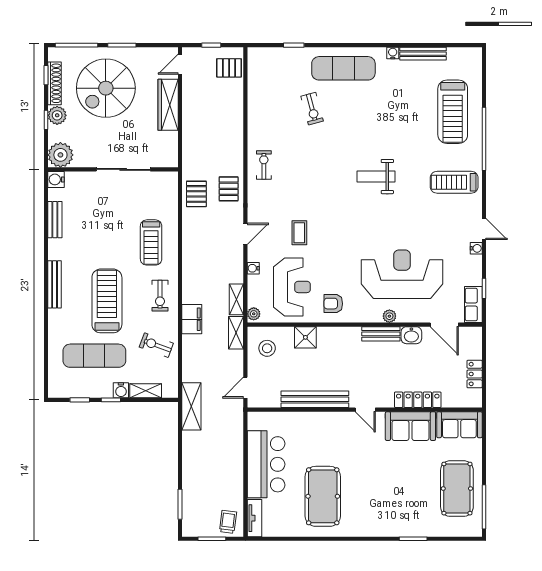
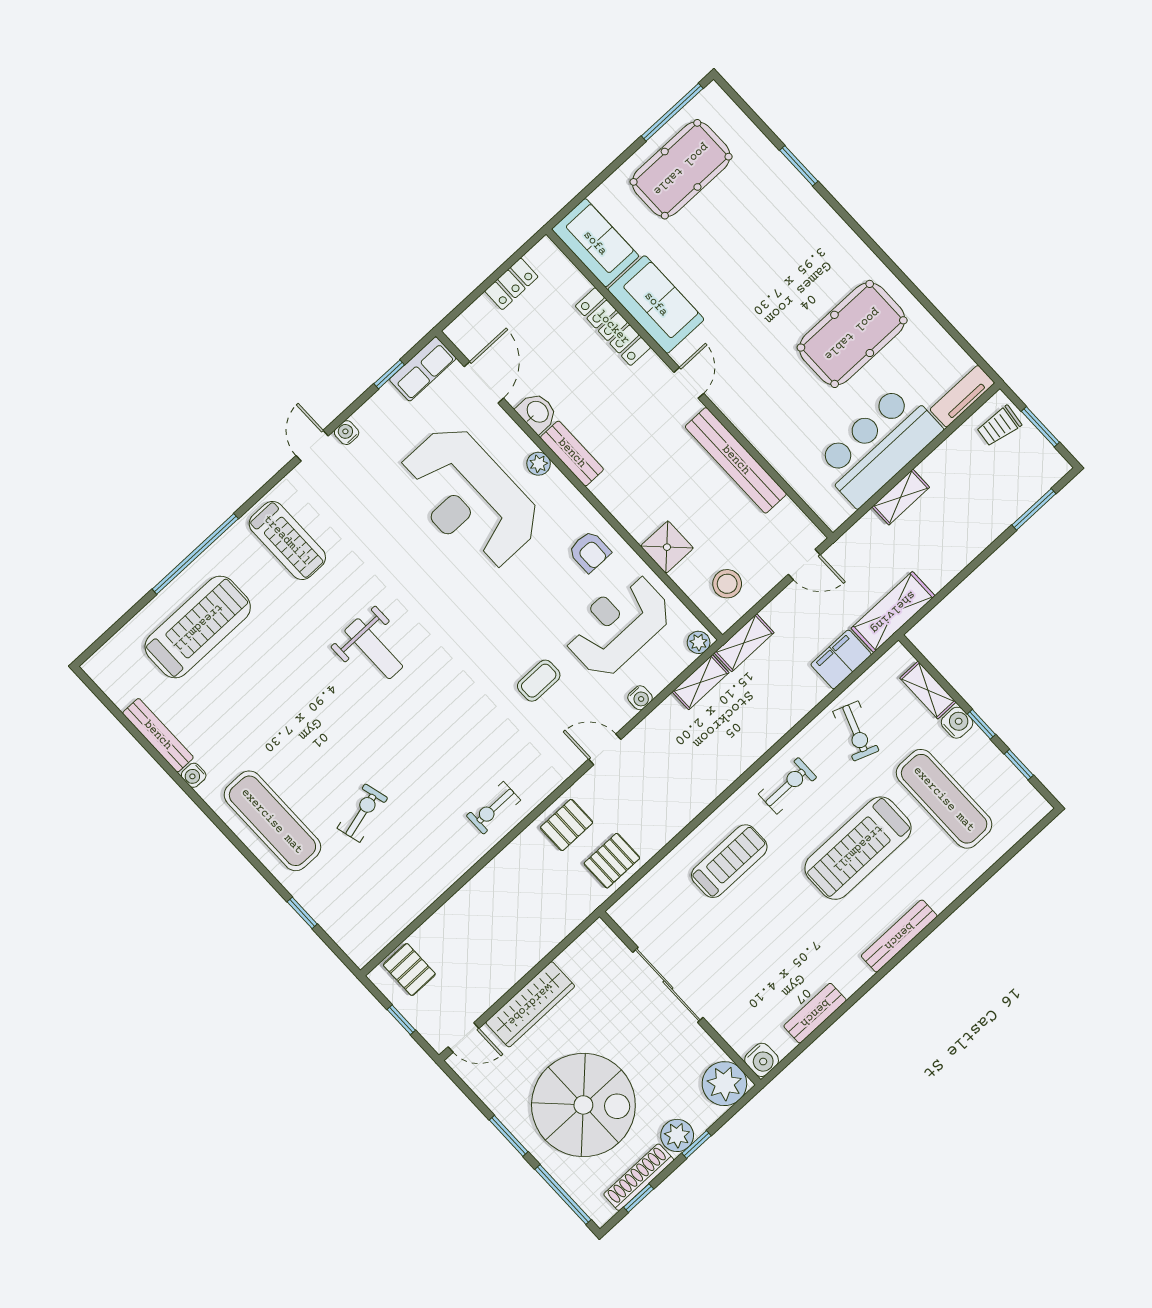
filing cabinet: (192, 319) -> (841, 659), moved
shelving: (236, 454) -> (901, 497), added

